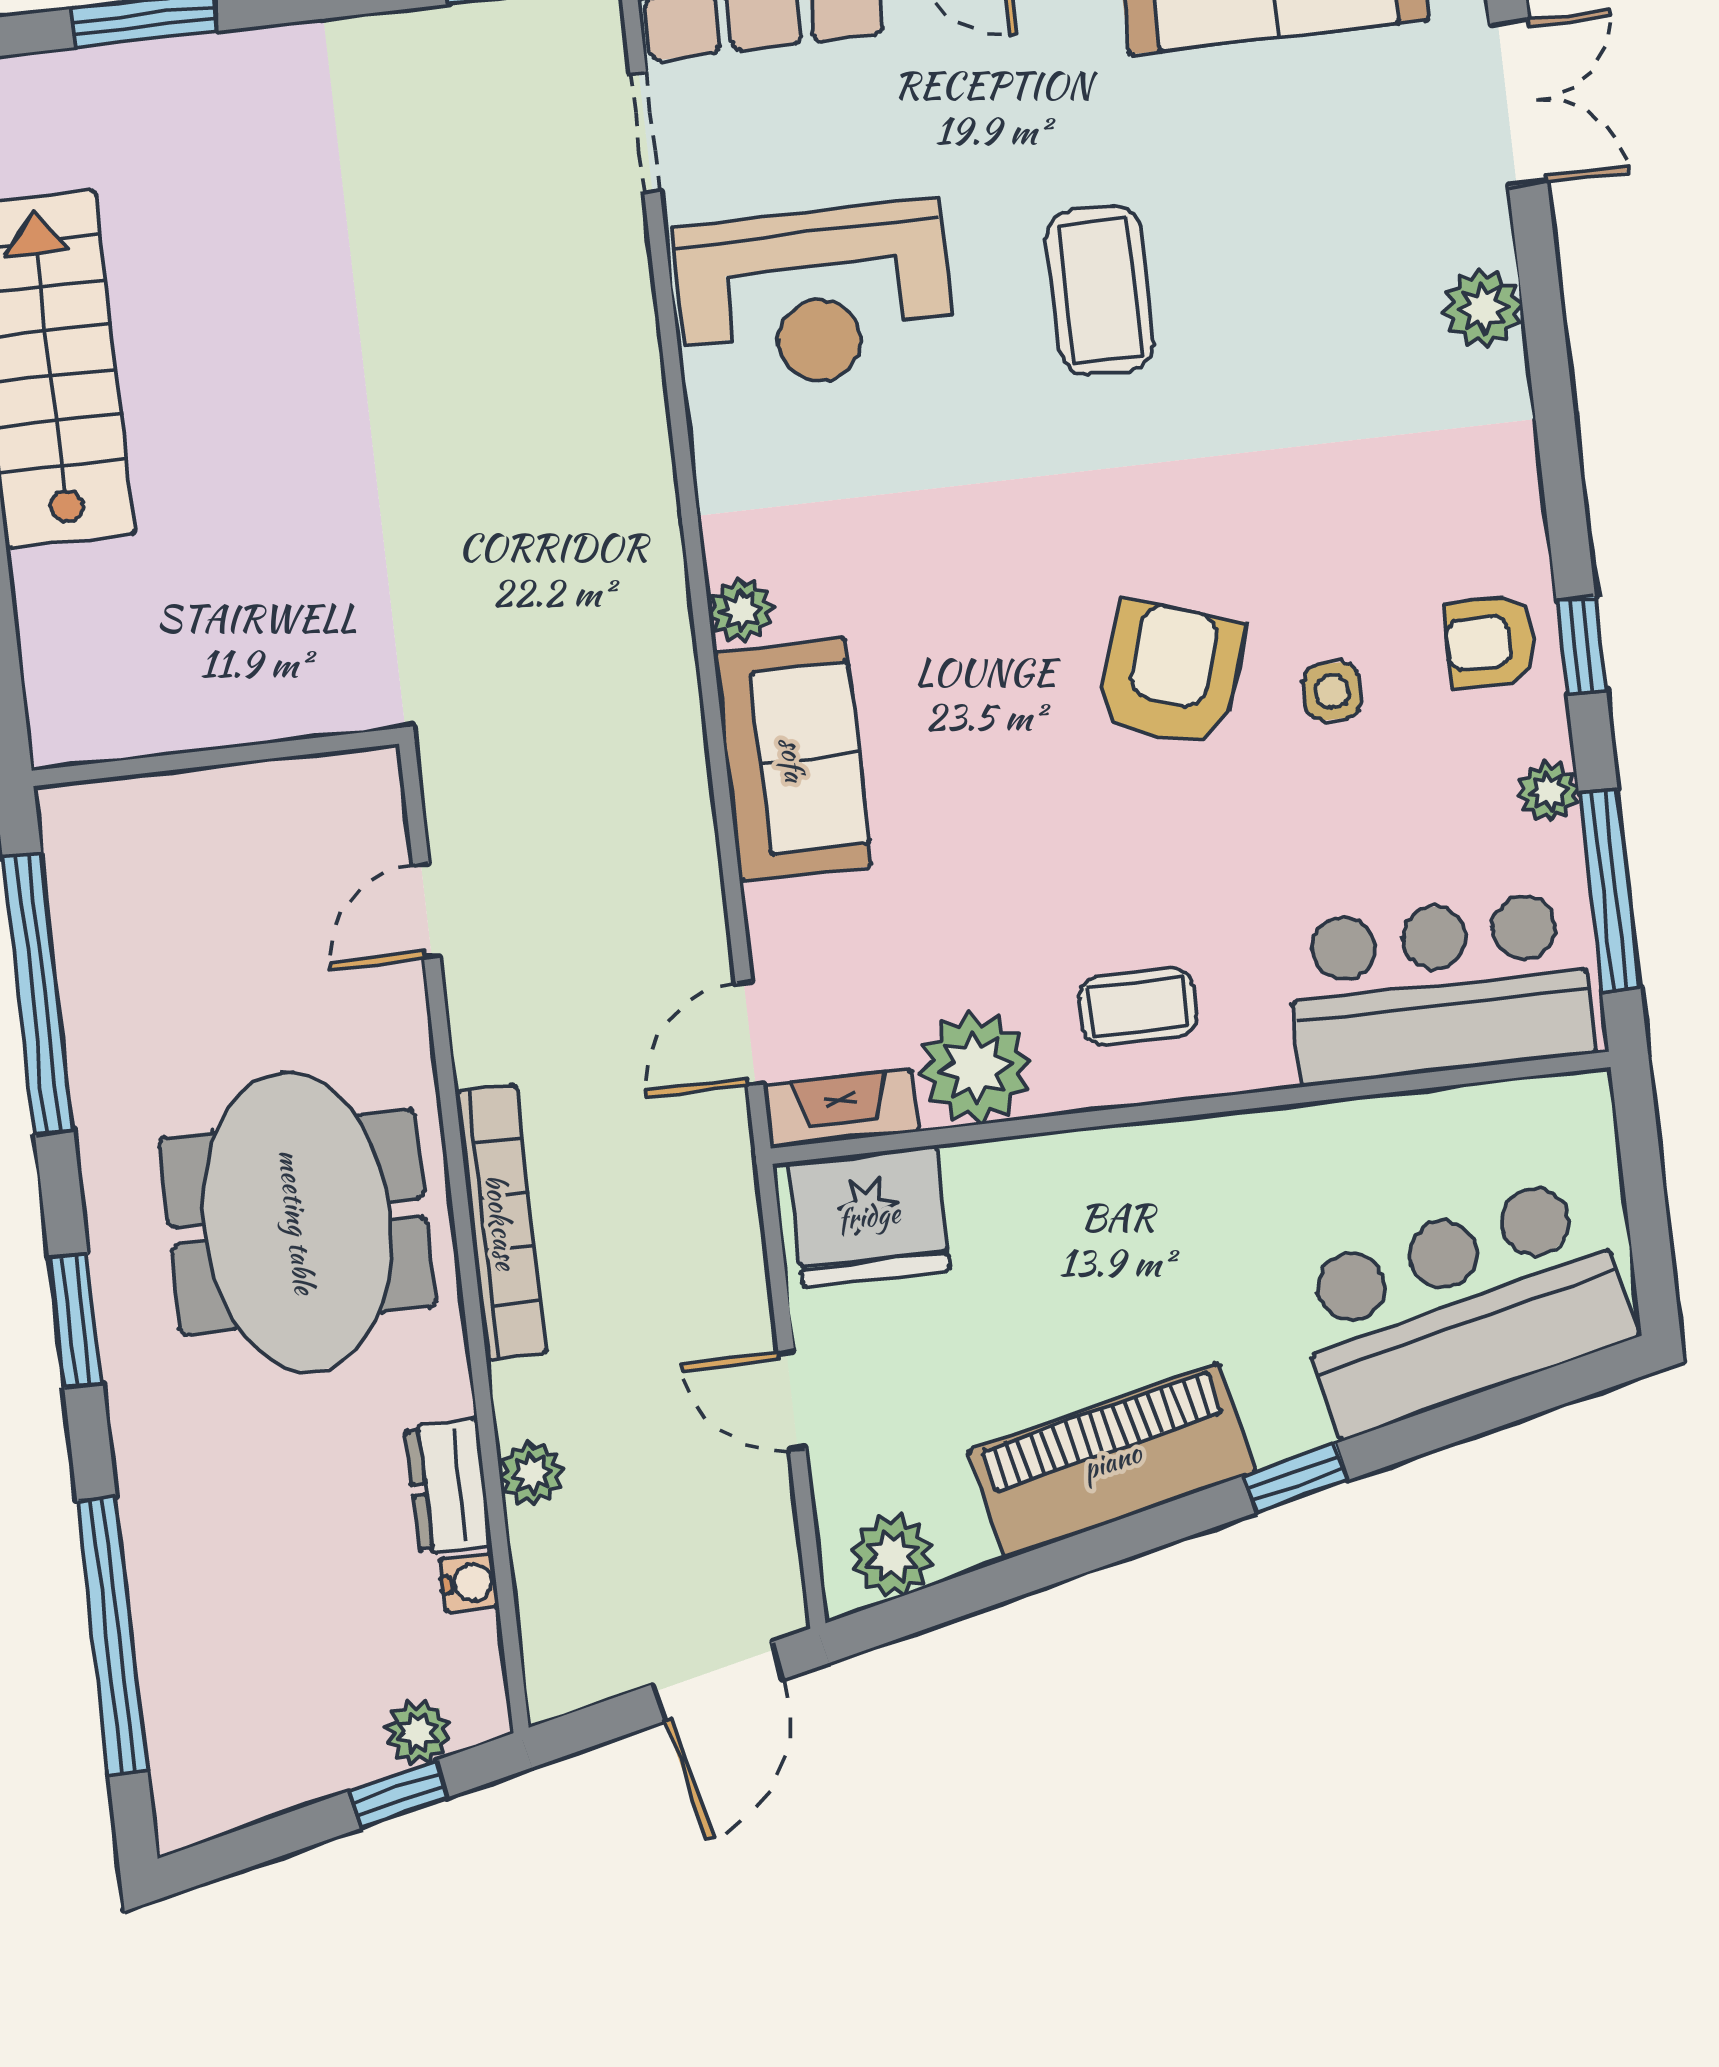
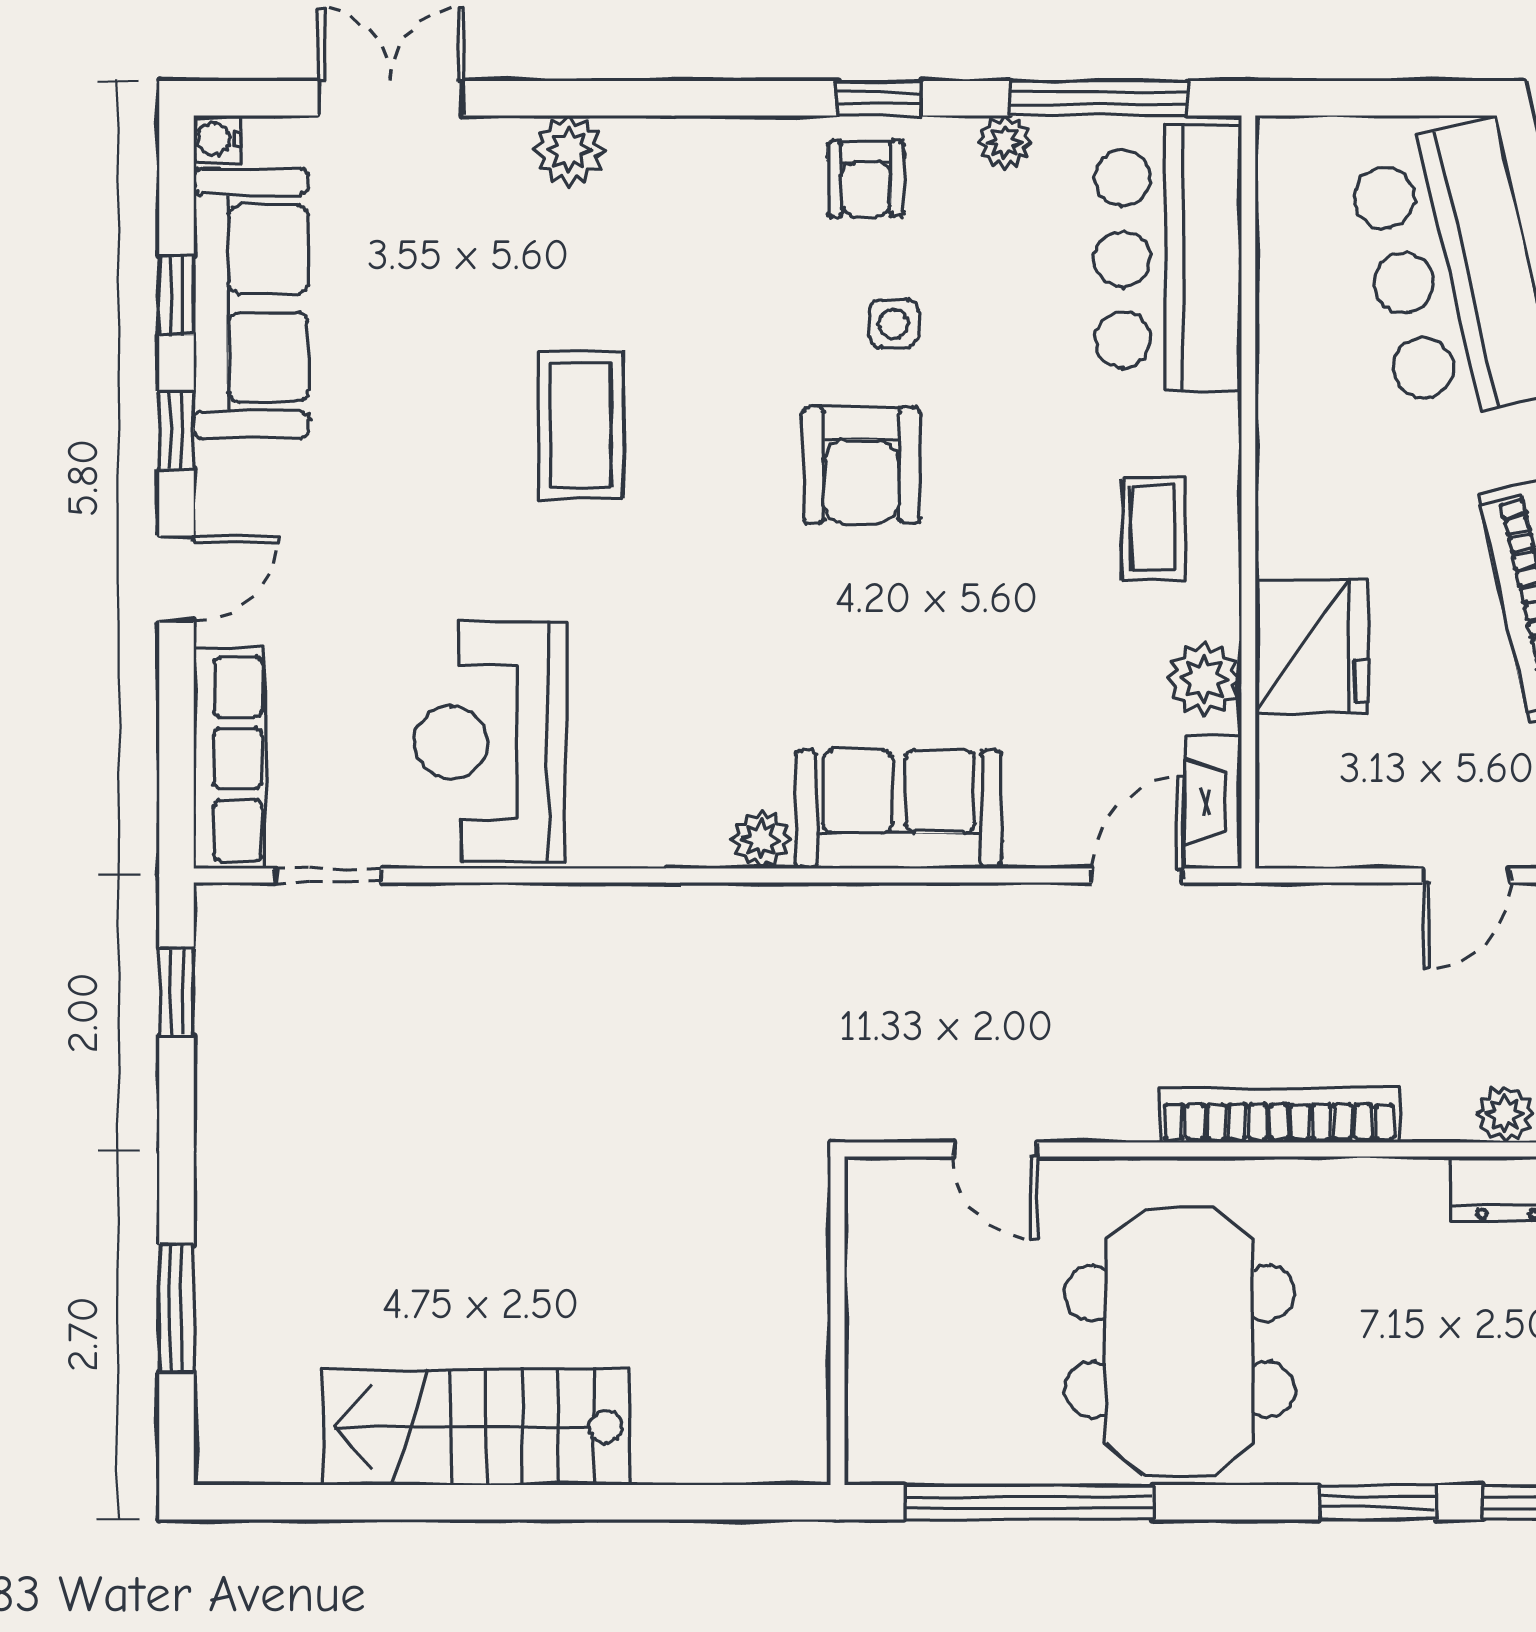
coffee table: (1101, 290) -> (581, 425), moved, turned 90
reception desk: (814, 296) -> (490, 742), turned 180
armchair: (1170, 674) -> (861, 465), turned -108
door: (749, 1034) -> (1137, 876), swing flipped
plant: (975, 1068) -> (1204, 679), width x0.73, depth x0.73
fridge: (869, 1216) -> (1312, 646), moved
meeting table: (297, 1222) -> (1180, 1342), moved, turned 90
window: (76, 1321) -> (1378, 1502), moved

